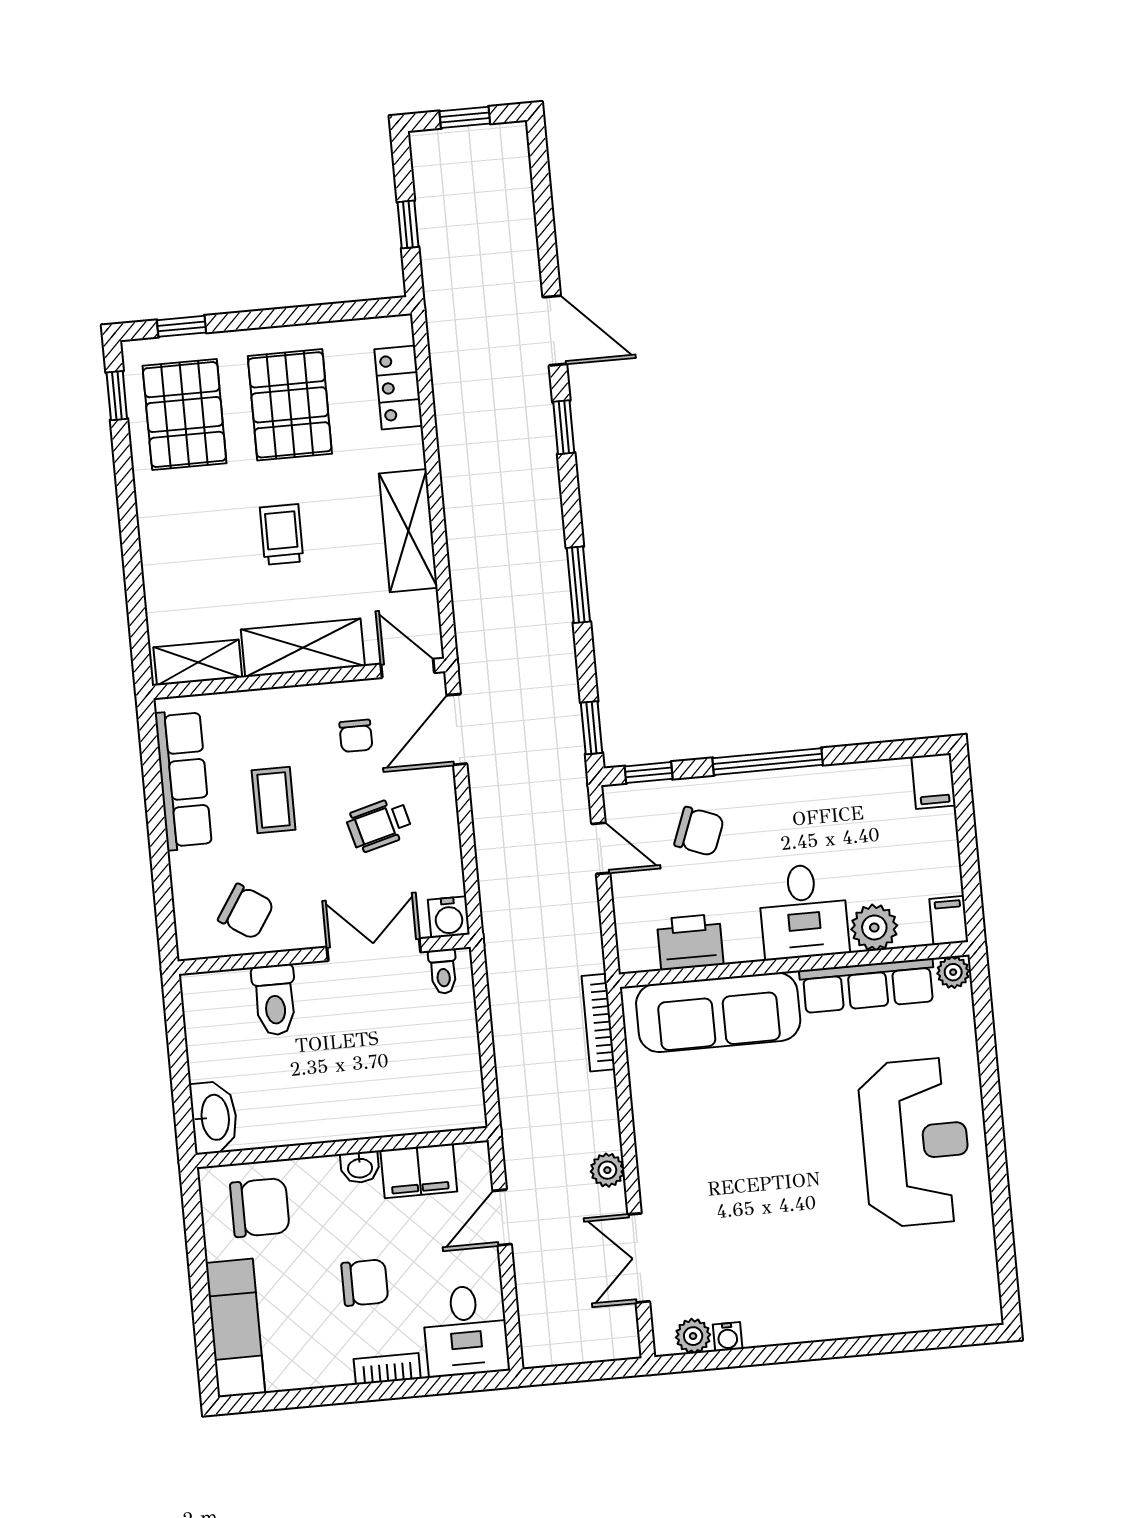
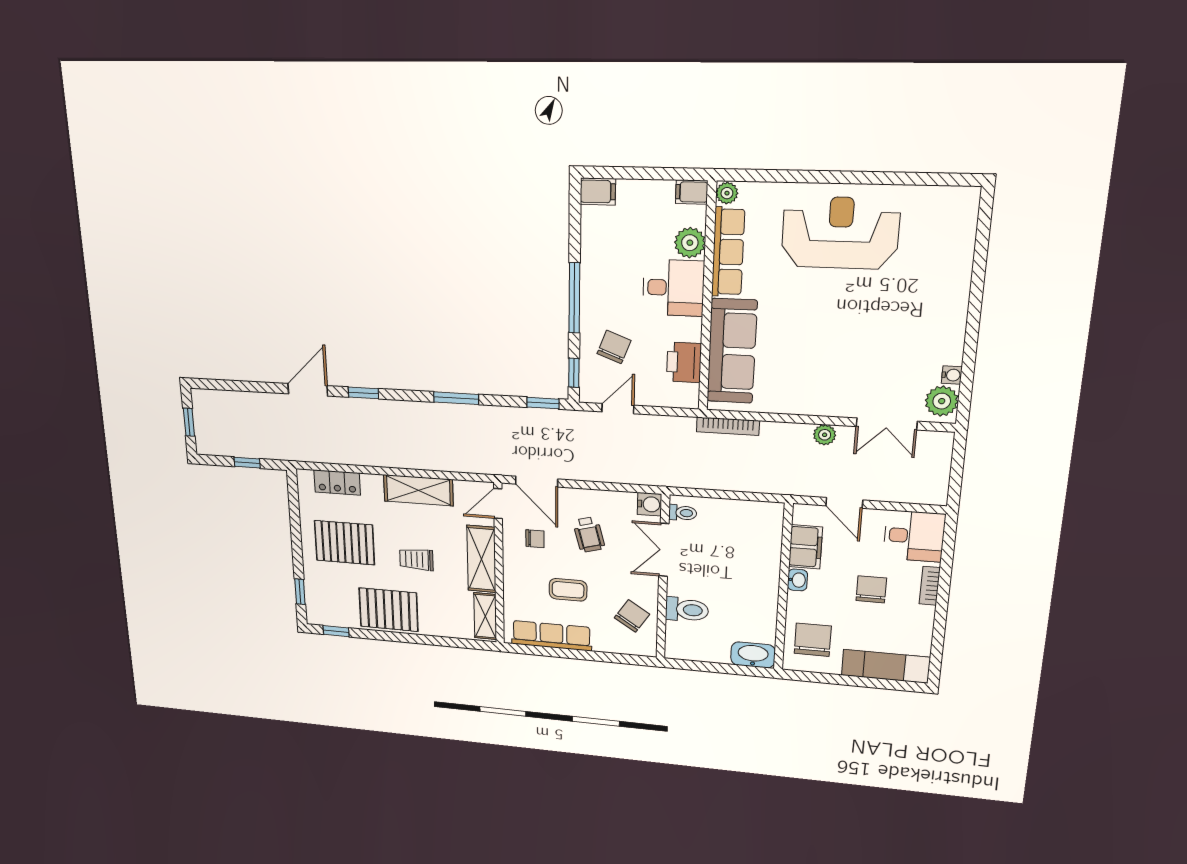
pallet: (184, 415) -> (389, 610), moved
plant: (693, 1336) -> (942, 401), width x1.38, depth x1.38

